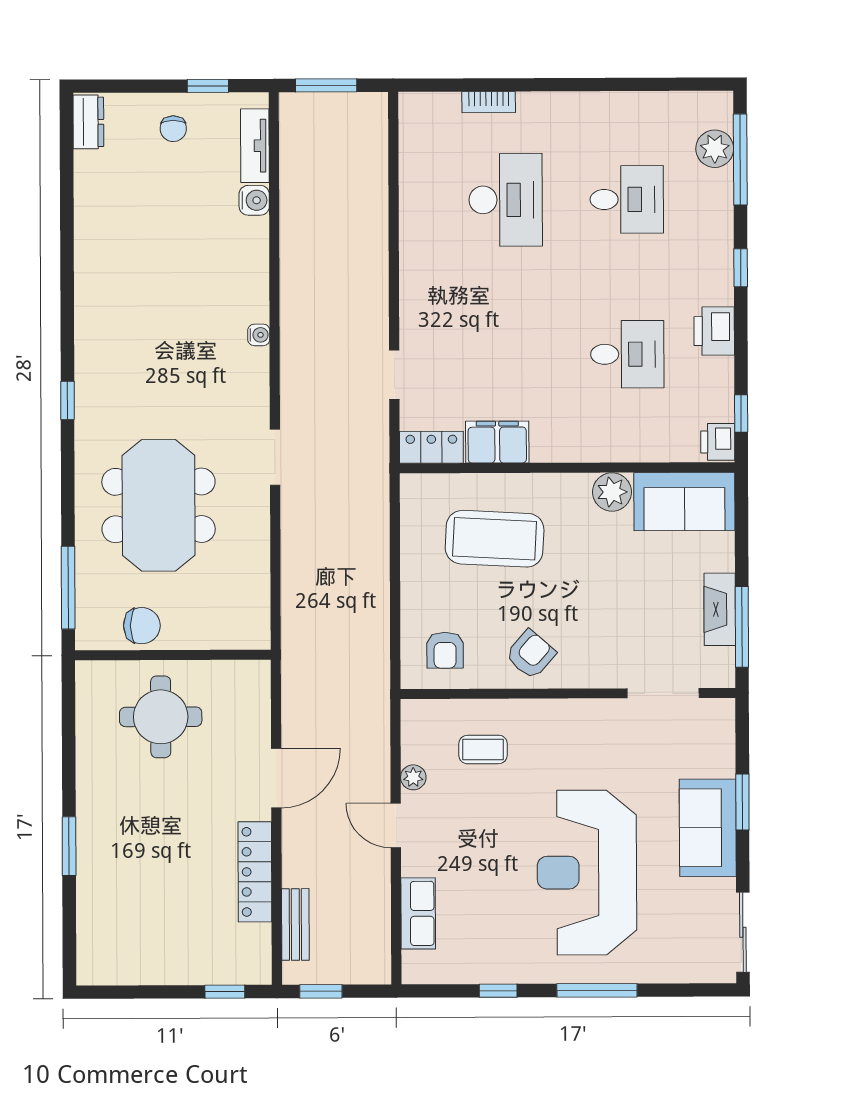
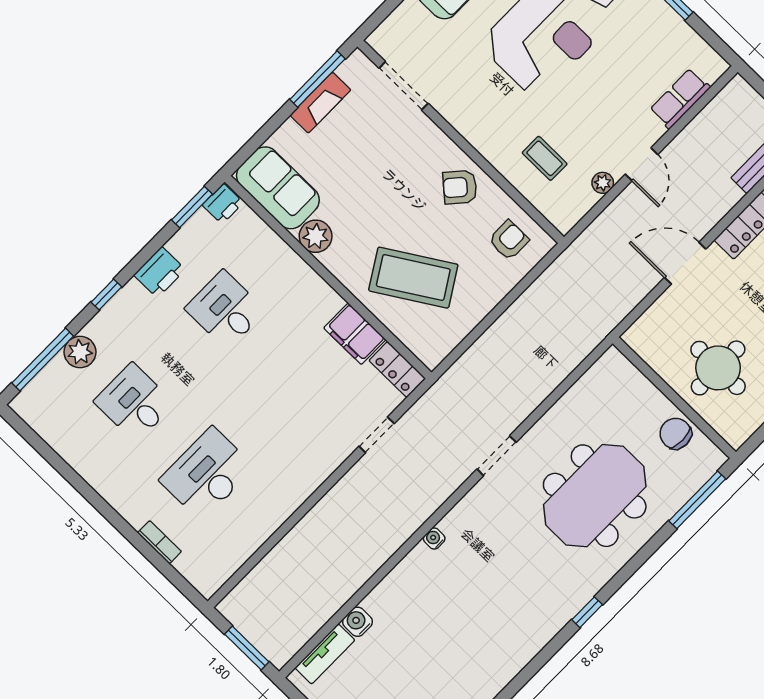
plant: (715, 149) -> (80, 352), moved
window: (741, 413) -> (192, 207), width x1.50
coffee table: (495, 539) -> (413, 278), turned -35

